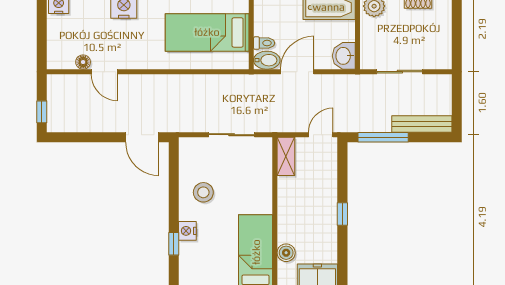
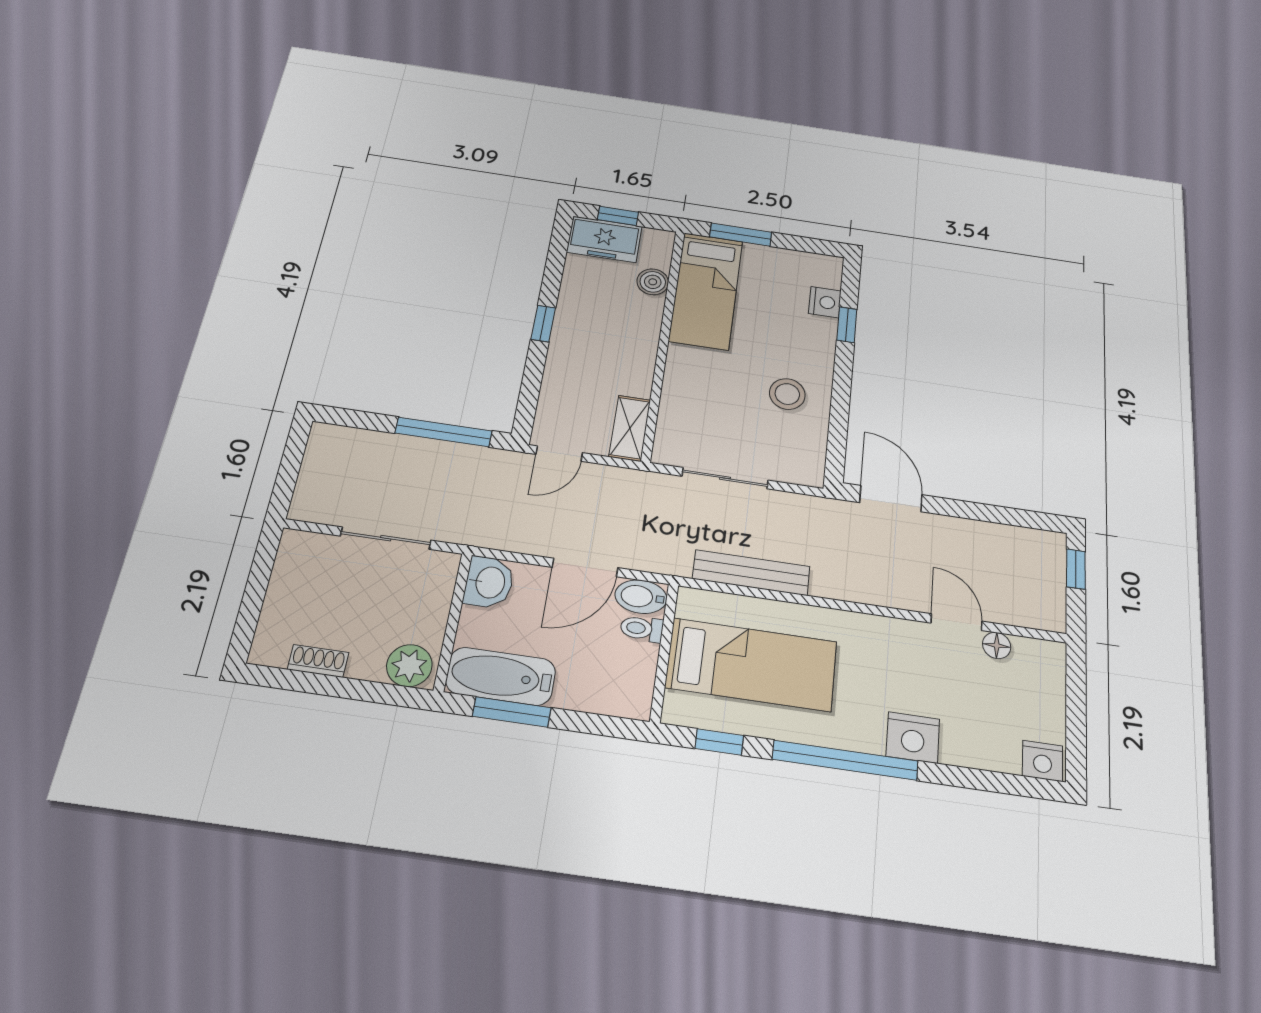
bench: (422, 124) -> (751, 573), moved
nightstand: (187, 231) -> (825, 302), moved

